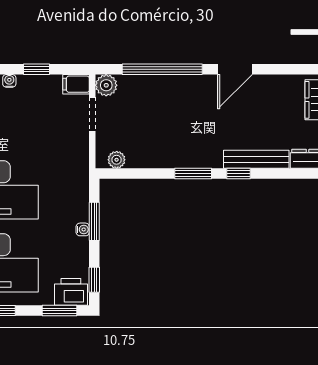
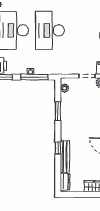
window: (193, 174) -> (58, 111), moved
window: (94, 221) -> (34, 77), width x1.44

